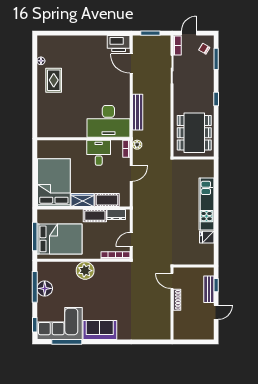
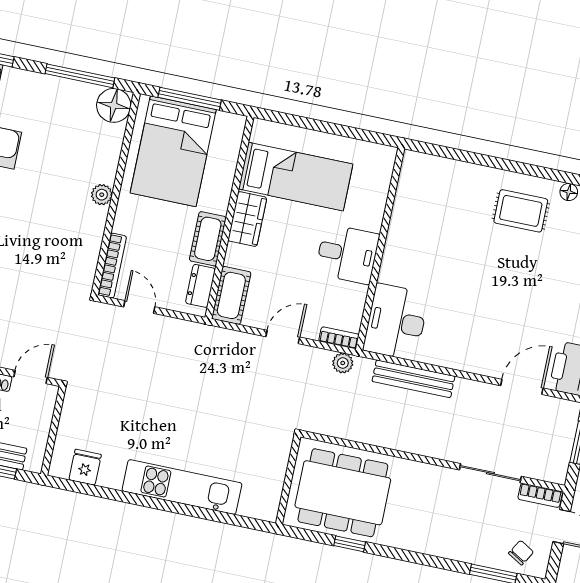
window: (216, 99) -> (350, 544), moved
desk: (108, 121) -> (396, 322), width x0.73, depth x0.77
desk: (99, 153) -> (347, 254), moved
door: (131, 173) -> (283, 337), swing flipped
bed: (54, 183) -> (296, 177), width x0.67
cot: (107, 200) -> (231, 295), moved
fridge: (207, 237) -> (85, 467), moved
plant: (85, 271) -> (102, 195), width x0.53, depth x0.53
floor lamp: (45, 288) -> (114, 105), moved

